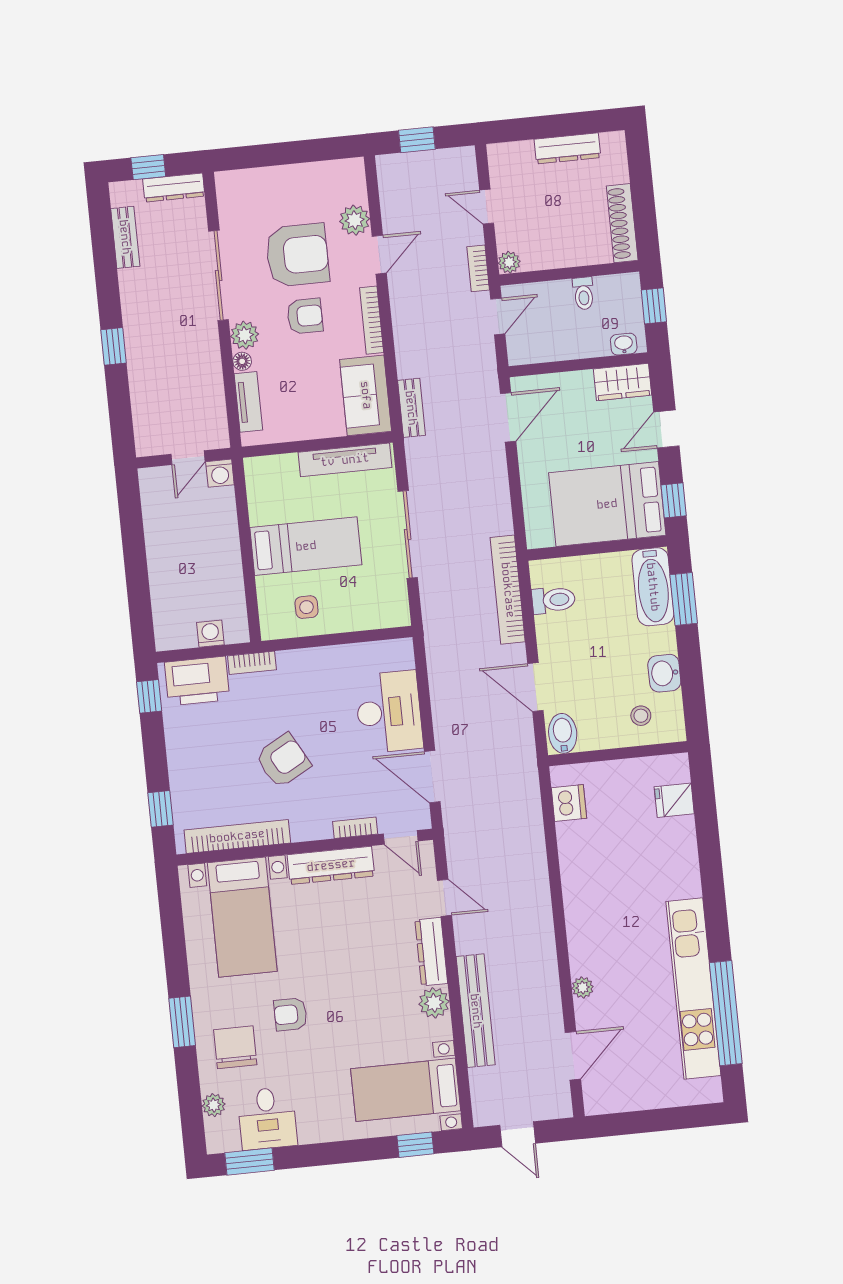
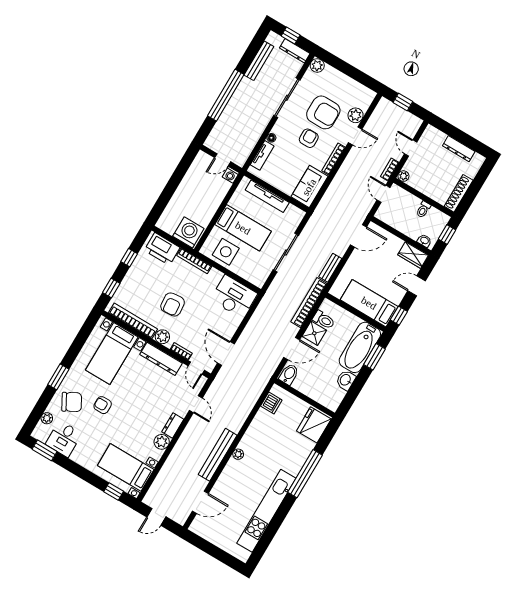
bench: (125, 237) -> (259, 61), width x1.36
armchair: (305, 316) -> (309, 138), turned -90
door: (498, 316) -> (383, 194), swing flipped
plant: (245, 335) -> (317, 66), moved
window: (114, 346) -> (226, 95), width x3.17
bench: (411, 408) -> (330, 268), moved
tv unit: (345, 460) -> (267, 196), moved
bed: (607, 504) -> (369, 303), width x0.67
bathtub: (653, 587) -> (360, 347), width x1.36, depth x1.36
side table: (307, 607) -> (226, 252), width x1.87, depth x1.87
washing machine: (210, 634) -> (188, 232), width x1.89, depth x1.89
shower: (554, 634) -> (314, 333), added
bookcase: (252, 663) -> (194, 261), width x1.56
door: (535, 687) -> (292, 348), swing flipped
window: (149, 696) -> (129, 258), moved
desk: (389, 712) -> (234, 297), moved, turned -90
stool: (641, 716) -> (324, 390), removed
armchair: (283, 761) -> (173, 304), turned 114
fridge: (674, 800) -> (314, 425), width x1.88, depth x1.34
plant: (306, 827) -> (162, 337), added
dresser: (431, 952) -> (173, 425), width x0.70
plant: (583, 988) -> (238, 454), moved
bench: (476, 1011) -> (218, 455), moved
window: (726, 1013) -> (305, 474), moved
chair: (235, 1047) -> (72, 402), turned 61
door: (518, 1134) -> (156, 517), hinge flipped

